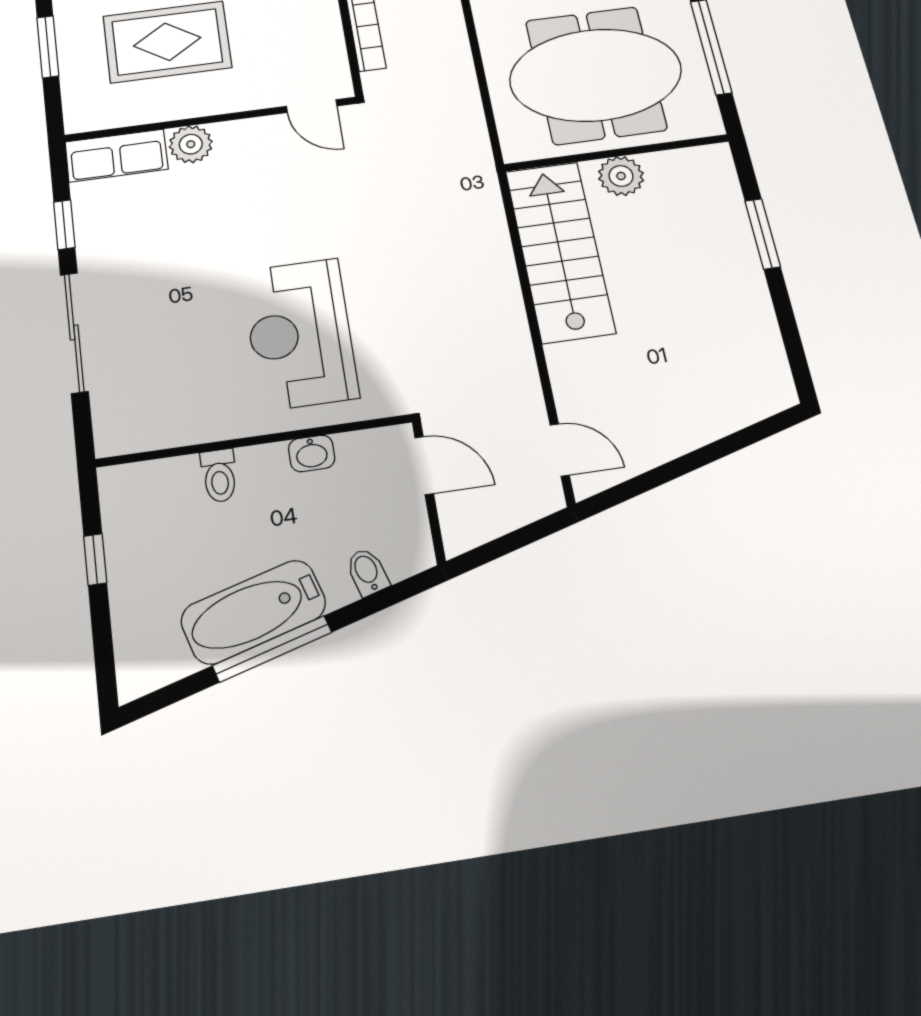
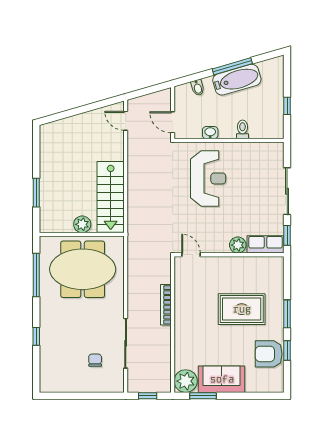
door: (312, 106) -> (191, 255), moved
wall: (211, 119) -> (229, 255), moved
plant: (191, 144) -> (238, 245), moved
row of seats: (117, 156) -> (266, 244), moved

